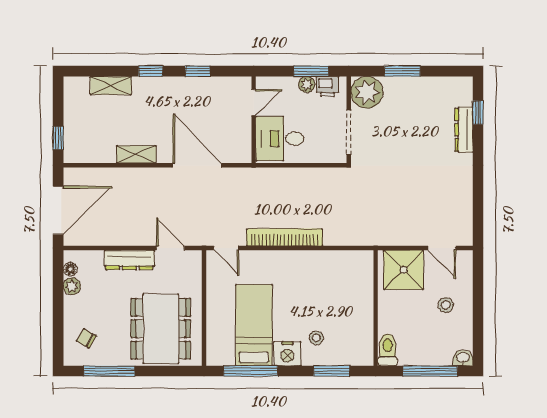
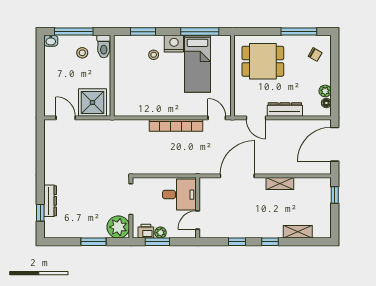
door: (197, 165) -> (237, 176), swing flipped
stool: (446, 305) -> (82, 53), moved
dining table: (161, 329) -> (263, 61), width x0.73

